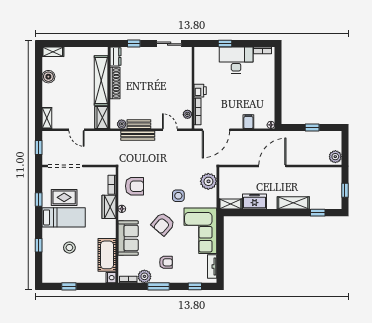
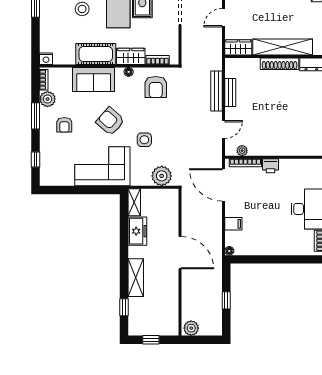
plant: (122, 124) -> (230, 72), removed
cot: (107, 255) -> (96, 54), moved
tv unit: (212, 266) -> (59, 180), removed

